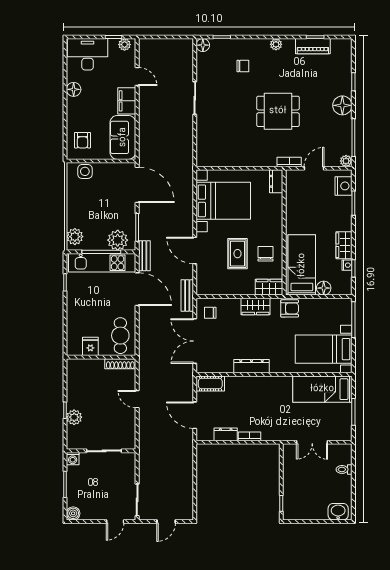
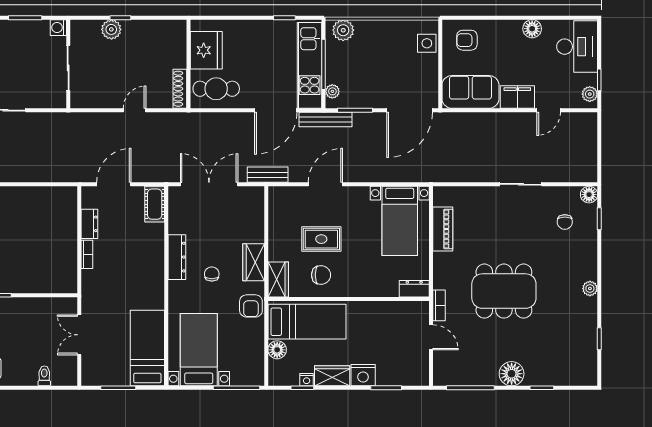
piano: (313, 46) -> (443, 229), moved, turned 180
chair: (243, 66) -> (565, 222), moved
dining table: (278, 111) -> (504, 291), width x1.38
plant: (346, 161) -> (440, 378), removed
nightstand: (344, 186) -> (363, 375), moved
bed with nightstands: (223, 201) -> (400, 221), width x0.73
plant: (118, 240) -> (332, 91), width x0.53, depth x0.53
bench: (144, 256) -> (326, 119), width x1.36
chair: (210, 313) -> (212, 274), moved
fridge: (90, 346) -> (206, 50), width x1.88, depth x1.34

